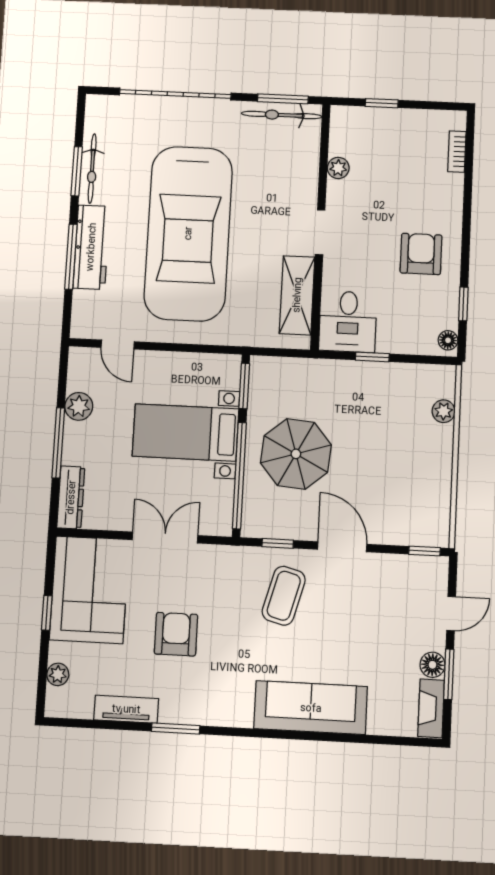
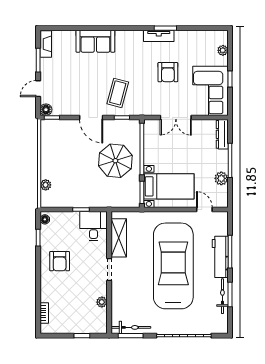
bed with nightstands: (186, 433) -> (169, 186), moved
floor lamp: (432, 665) -> (46, 110), moved
sofa: (311, 708) -> (95, 41), width x0.73
tv unit: (126, 709) -> (159, 36), moved

